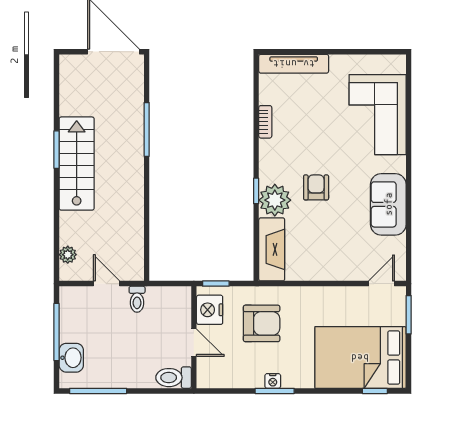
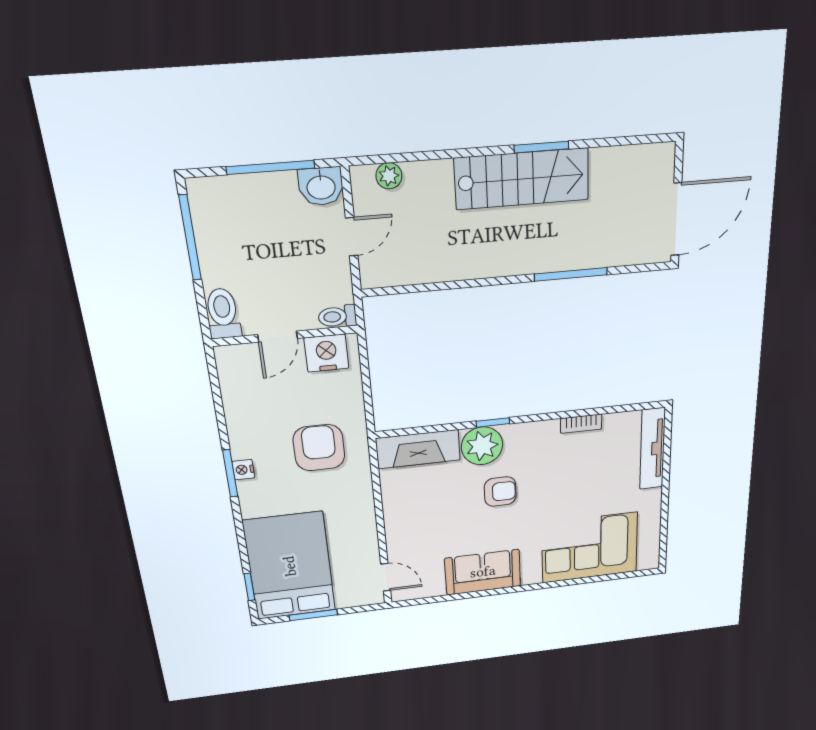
window: (216, 284) -> (366, 385), removed
toilet: (137, 299) -> (337, 316), moved
nightstand: (210, 310) -> (326, 353), moved
window: (409, 315) -> (313, 615), moved
armchair: (262, 323) -> (319, 448), turned 180
wall: (194, 337) -> (285, 336), moved
door: (194, 343) -> (278, 337), moved
washbasin: (71, 358) -> (321, 186), moved
toilet: (174, 378) -> (223, 314), moved

